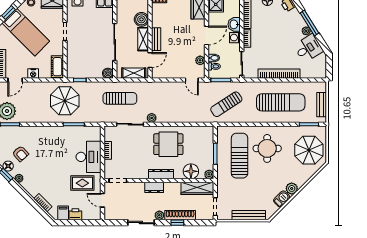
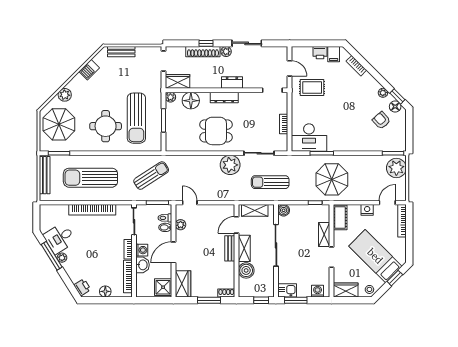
window: (309, 23) -> (52, 256), moved
shelving: (72, 52) -> (324, 234), added
bench: (322, 105) -> (45, 175), width x1.36
plant: (152, 118) -> (230, 165), width x1.87, depth x1.87
desk: (89, 157) -> (309, 138), moved, turned -90
wardrobe: (197, 188) -> (178, 81), width x0.67
plant: (292, 188) -> (65, 95), moved
bench: (249, 215) -> (121, 52), width x0.73

